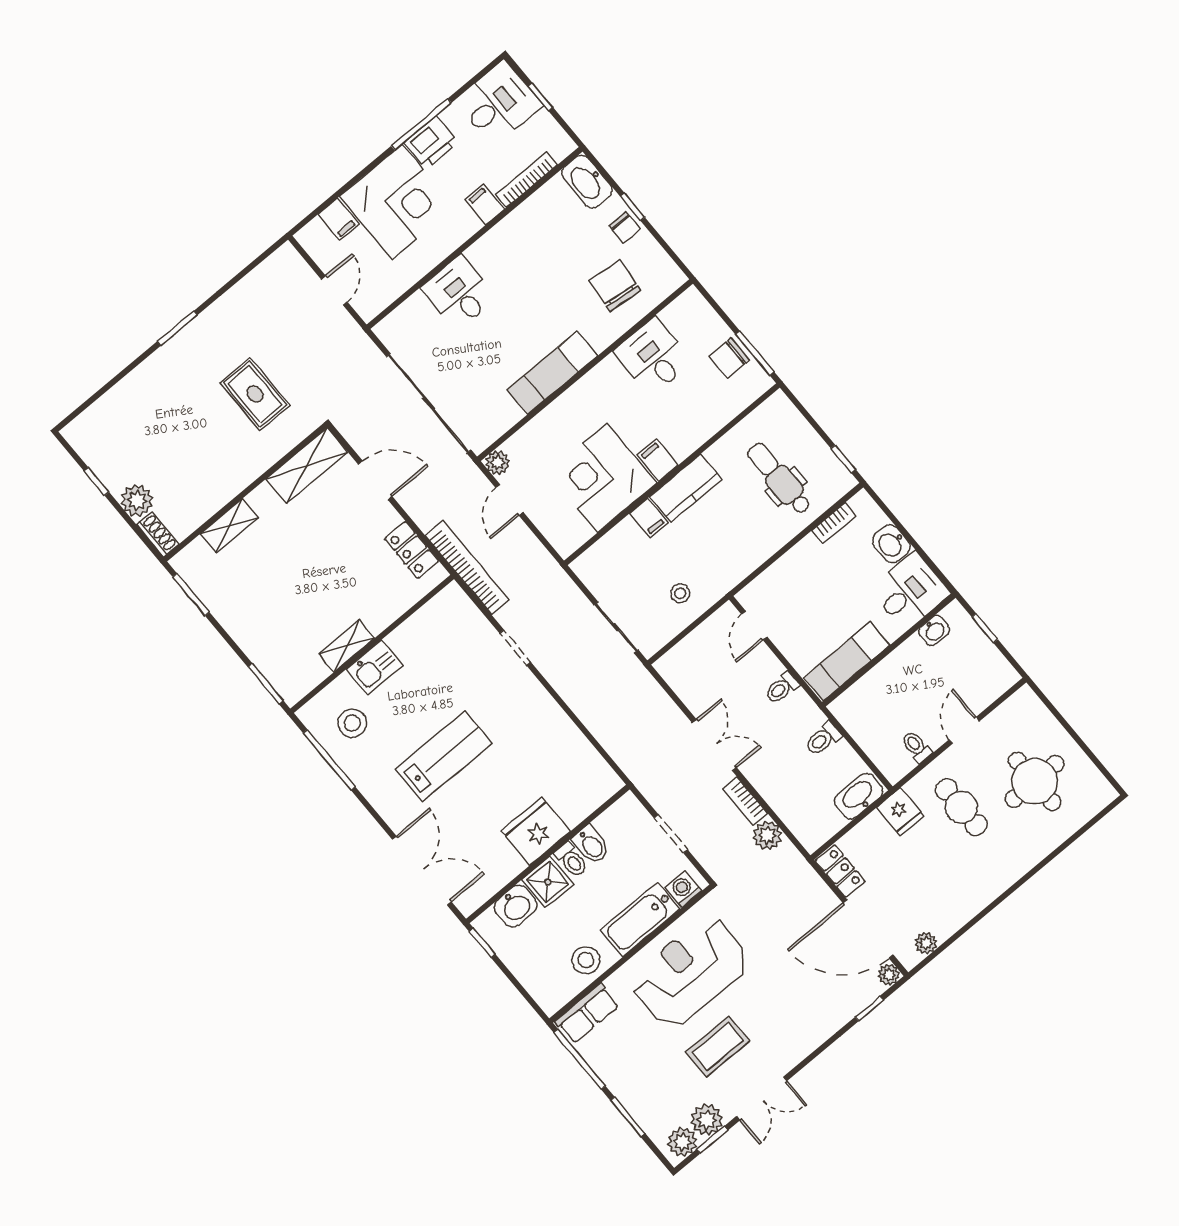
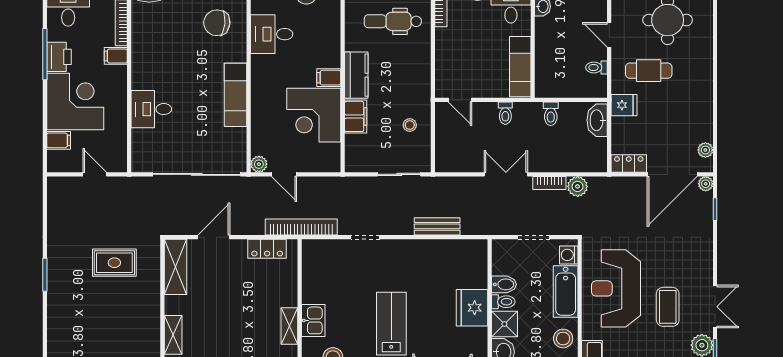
filing cabinet: (649, 518) -> (356, 116), width x2.00
bench: (593, 717) -> (437, 226), added

